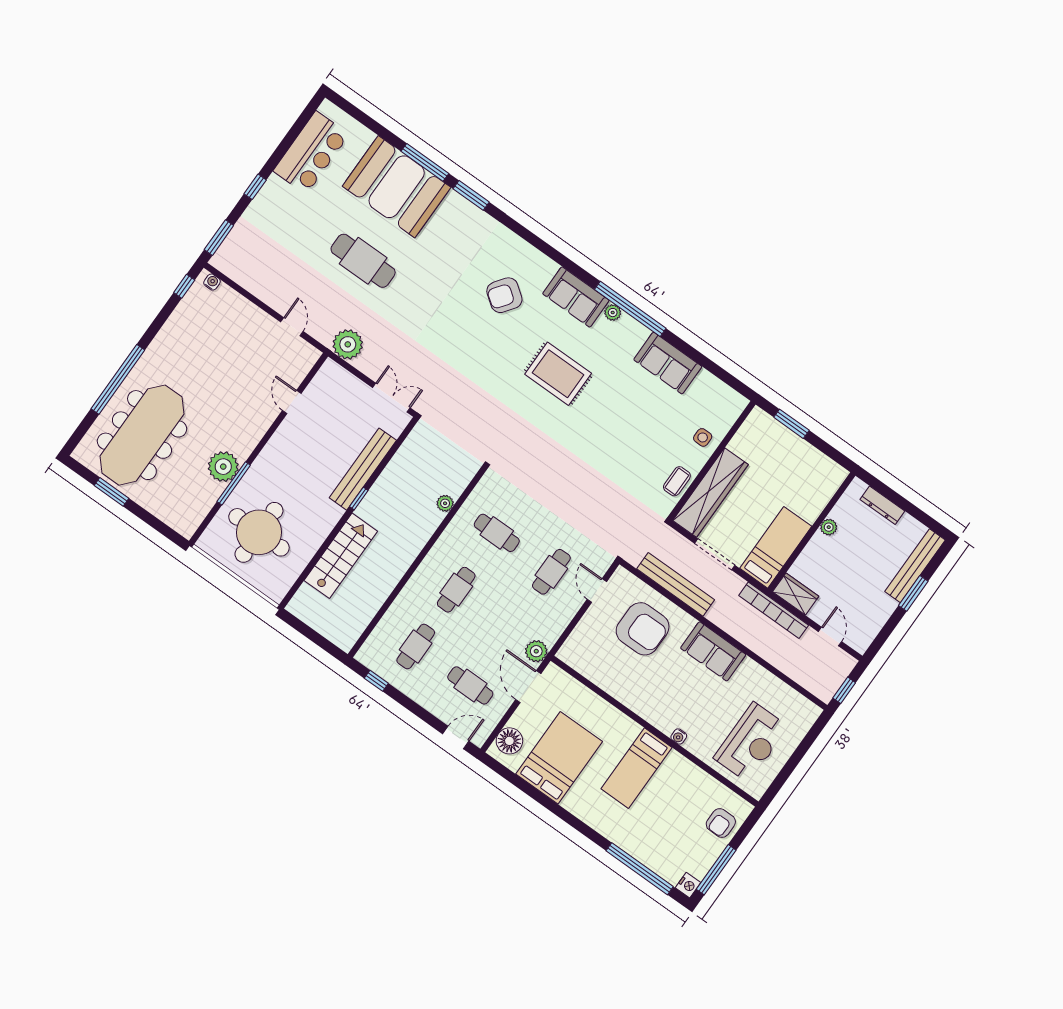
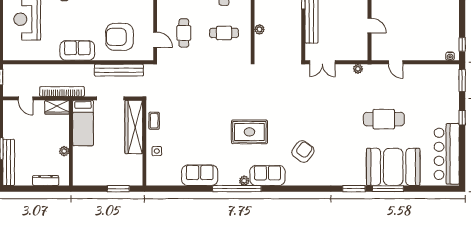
bar counter: (311, 153) -> (447, 154), width x1.36
plant: (348, 344) -> (358, 69), width x0.53, depth x0.53

